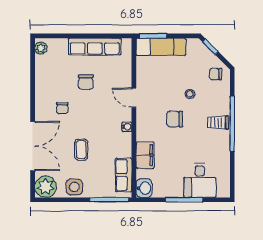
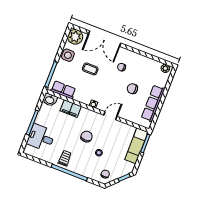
trolley: (218, 123) -> (65, 158), moved

